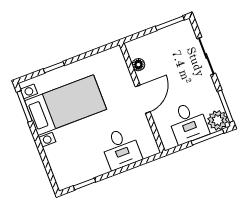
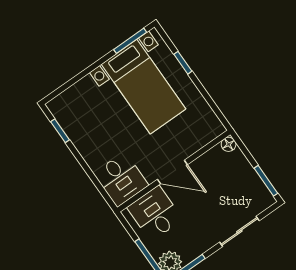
floor lamp: (138, 65) -> (229, 144), moved
desk: (188, 123) -> (155, 213), moved, turned 90
desk: (121, 148) -> (121, 179), moved, turned -90

